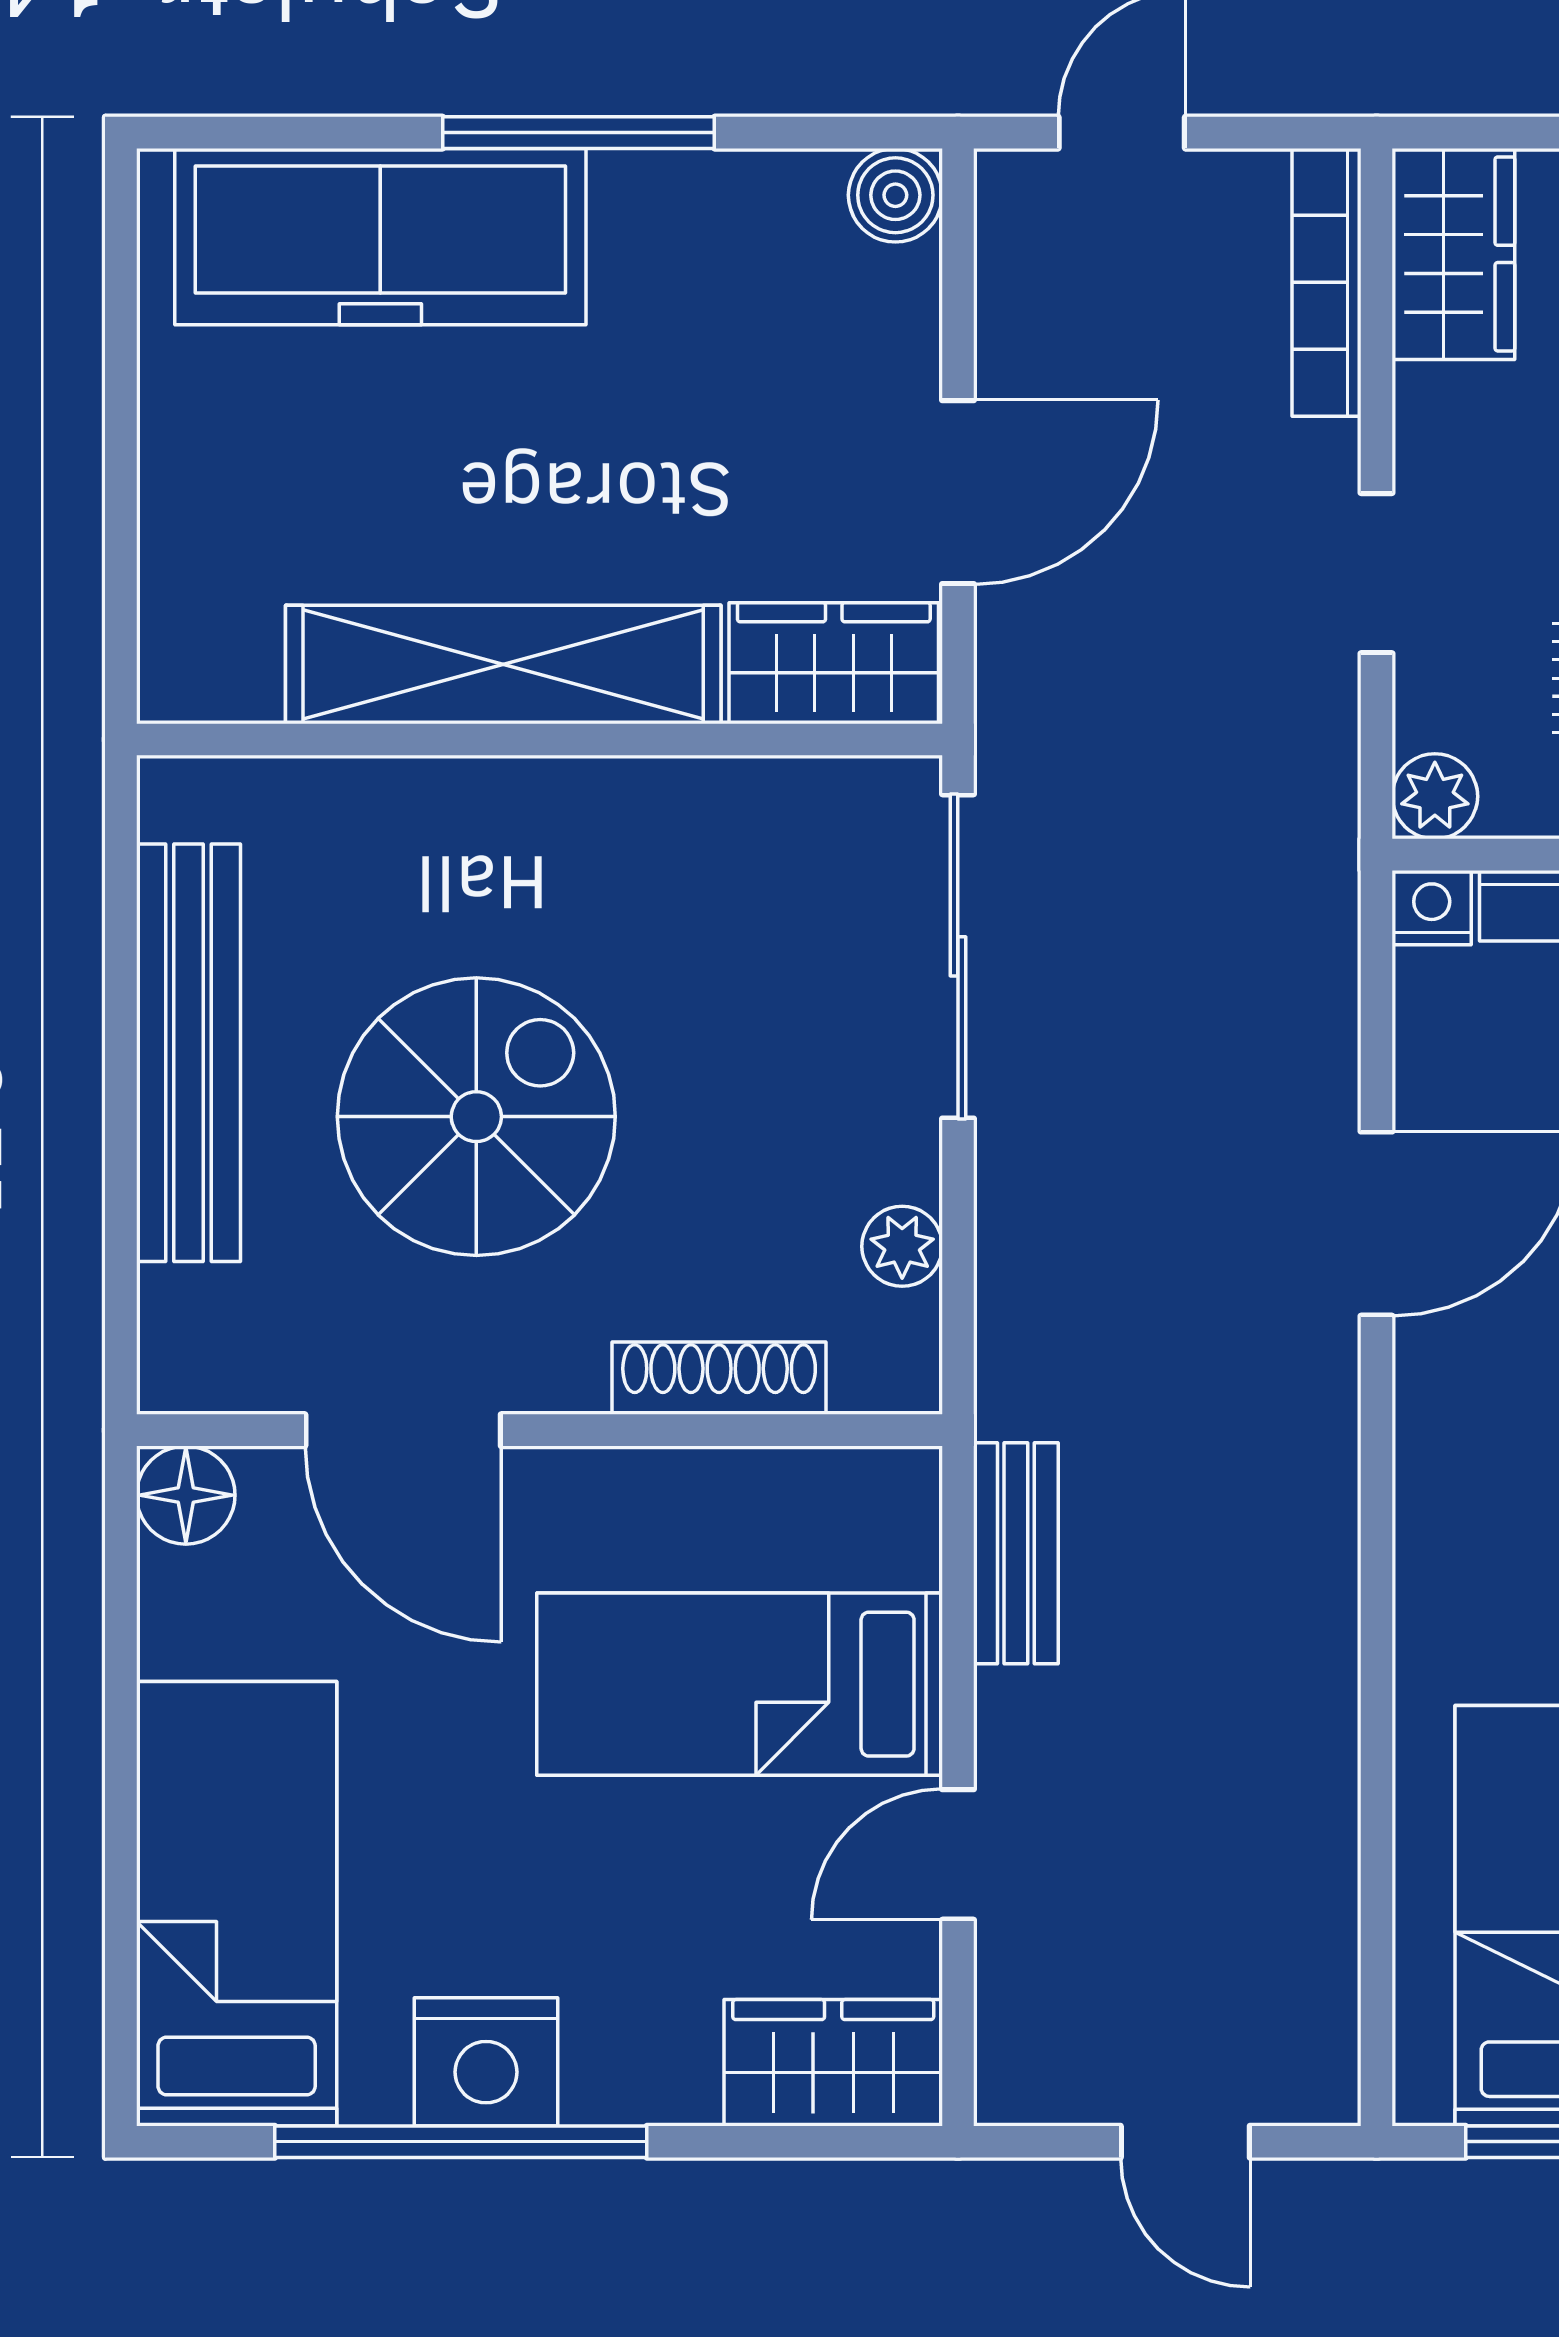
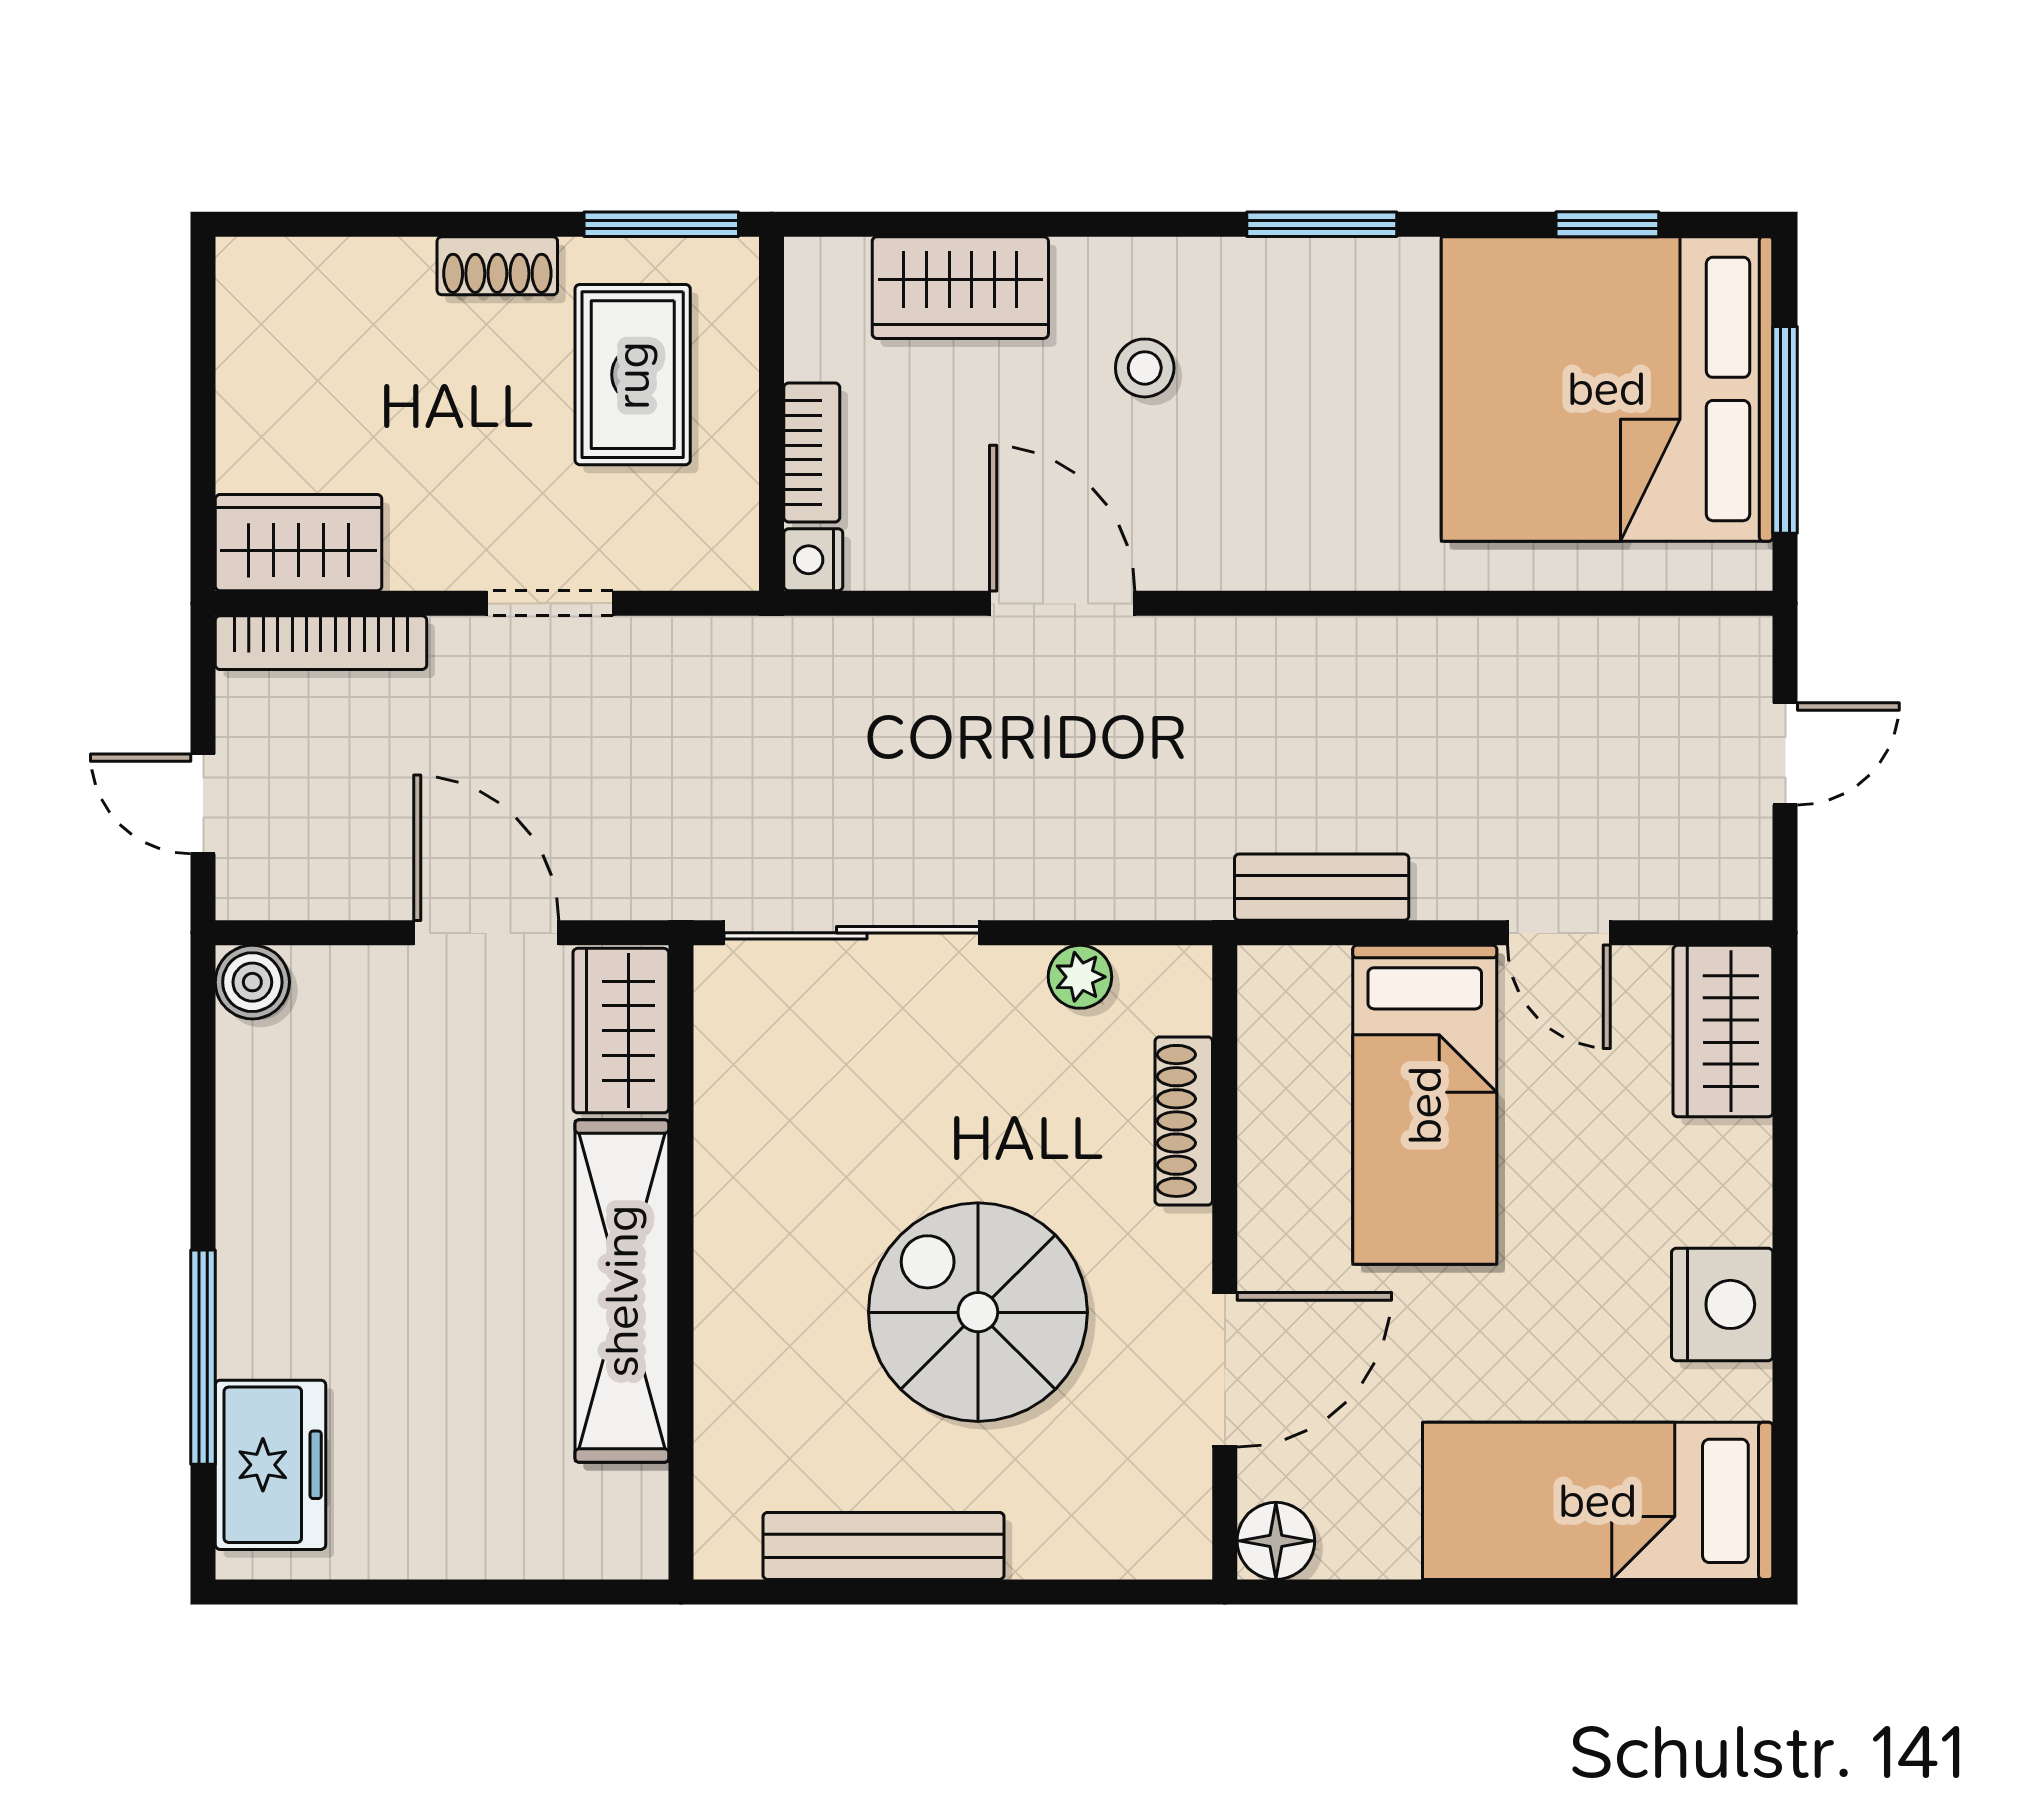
window: (579, 133) -> (203, 1357), moved
freezer: (380, 237) -> (270, 1465), width x0.52, depth x0.79
plant: (1435, 796) -> (726, 557), removed
bench: (189, 1053) -> (883, 1546), width x0.73, depth x0.82
window: (461, 2142) -> (1785, 1324), removed

